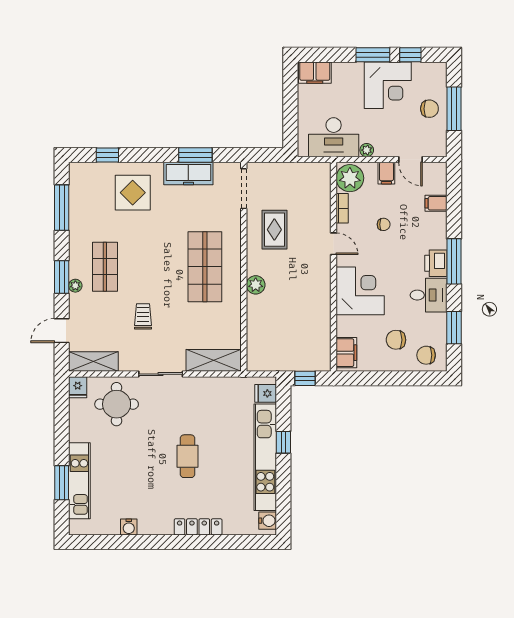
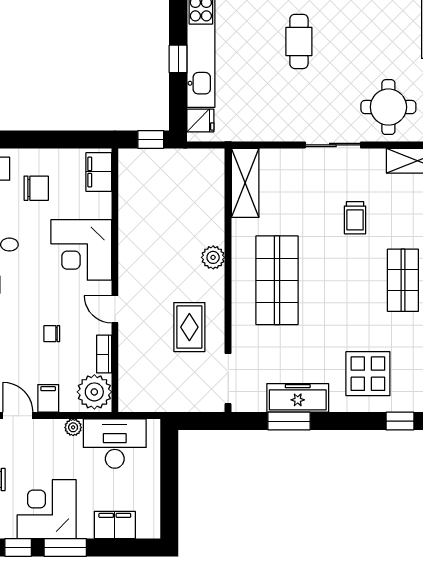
filing cabinet: (315, 73) -> (115, 525), moved
shelving: (214, 360) -> (245, 183), moved, turned 90

